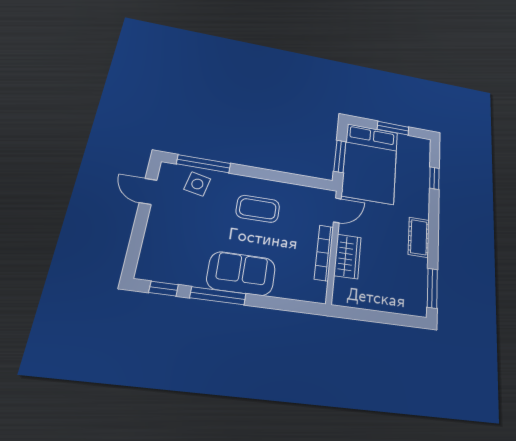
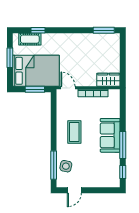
cot: (419, 237) -> (30, 39), moved
wardrobe: (347, 256) -> (108, 80), moved

